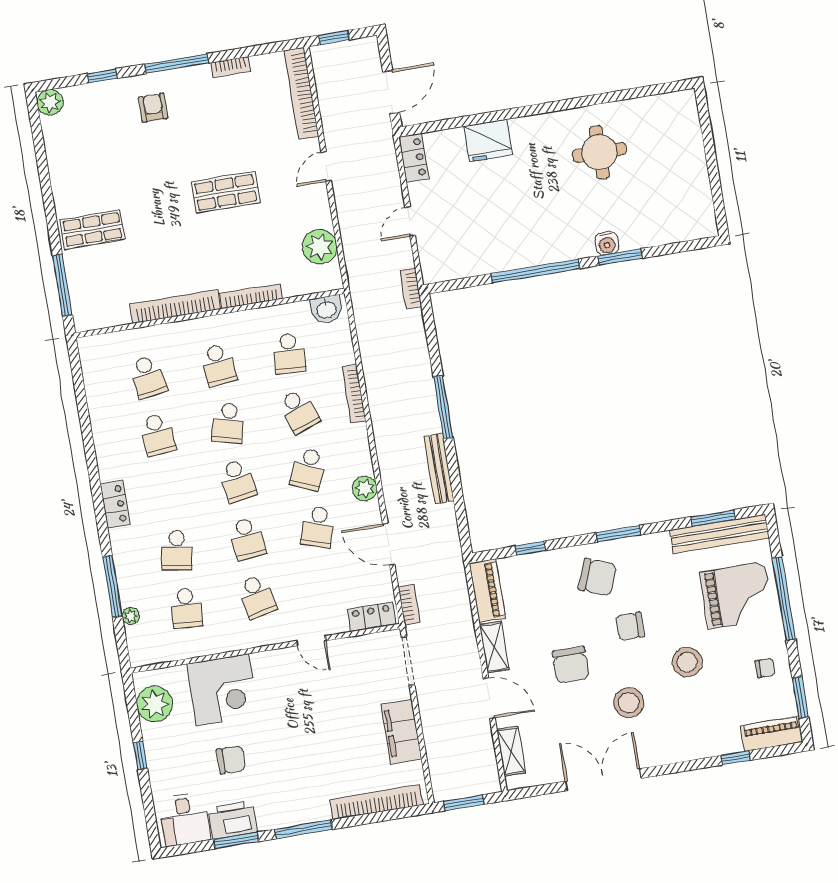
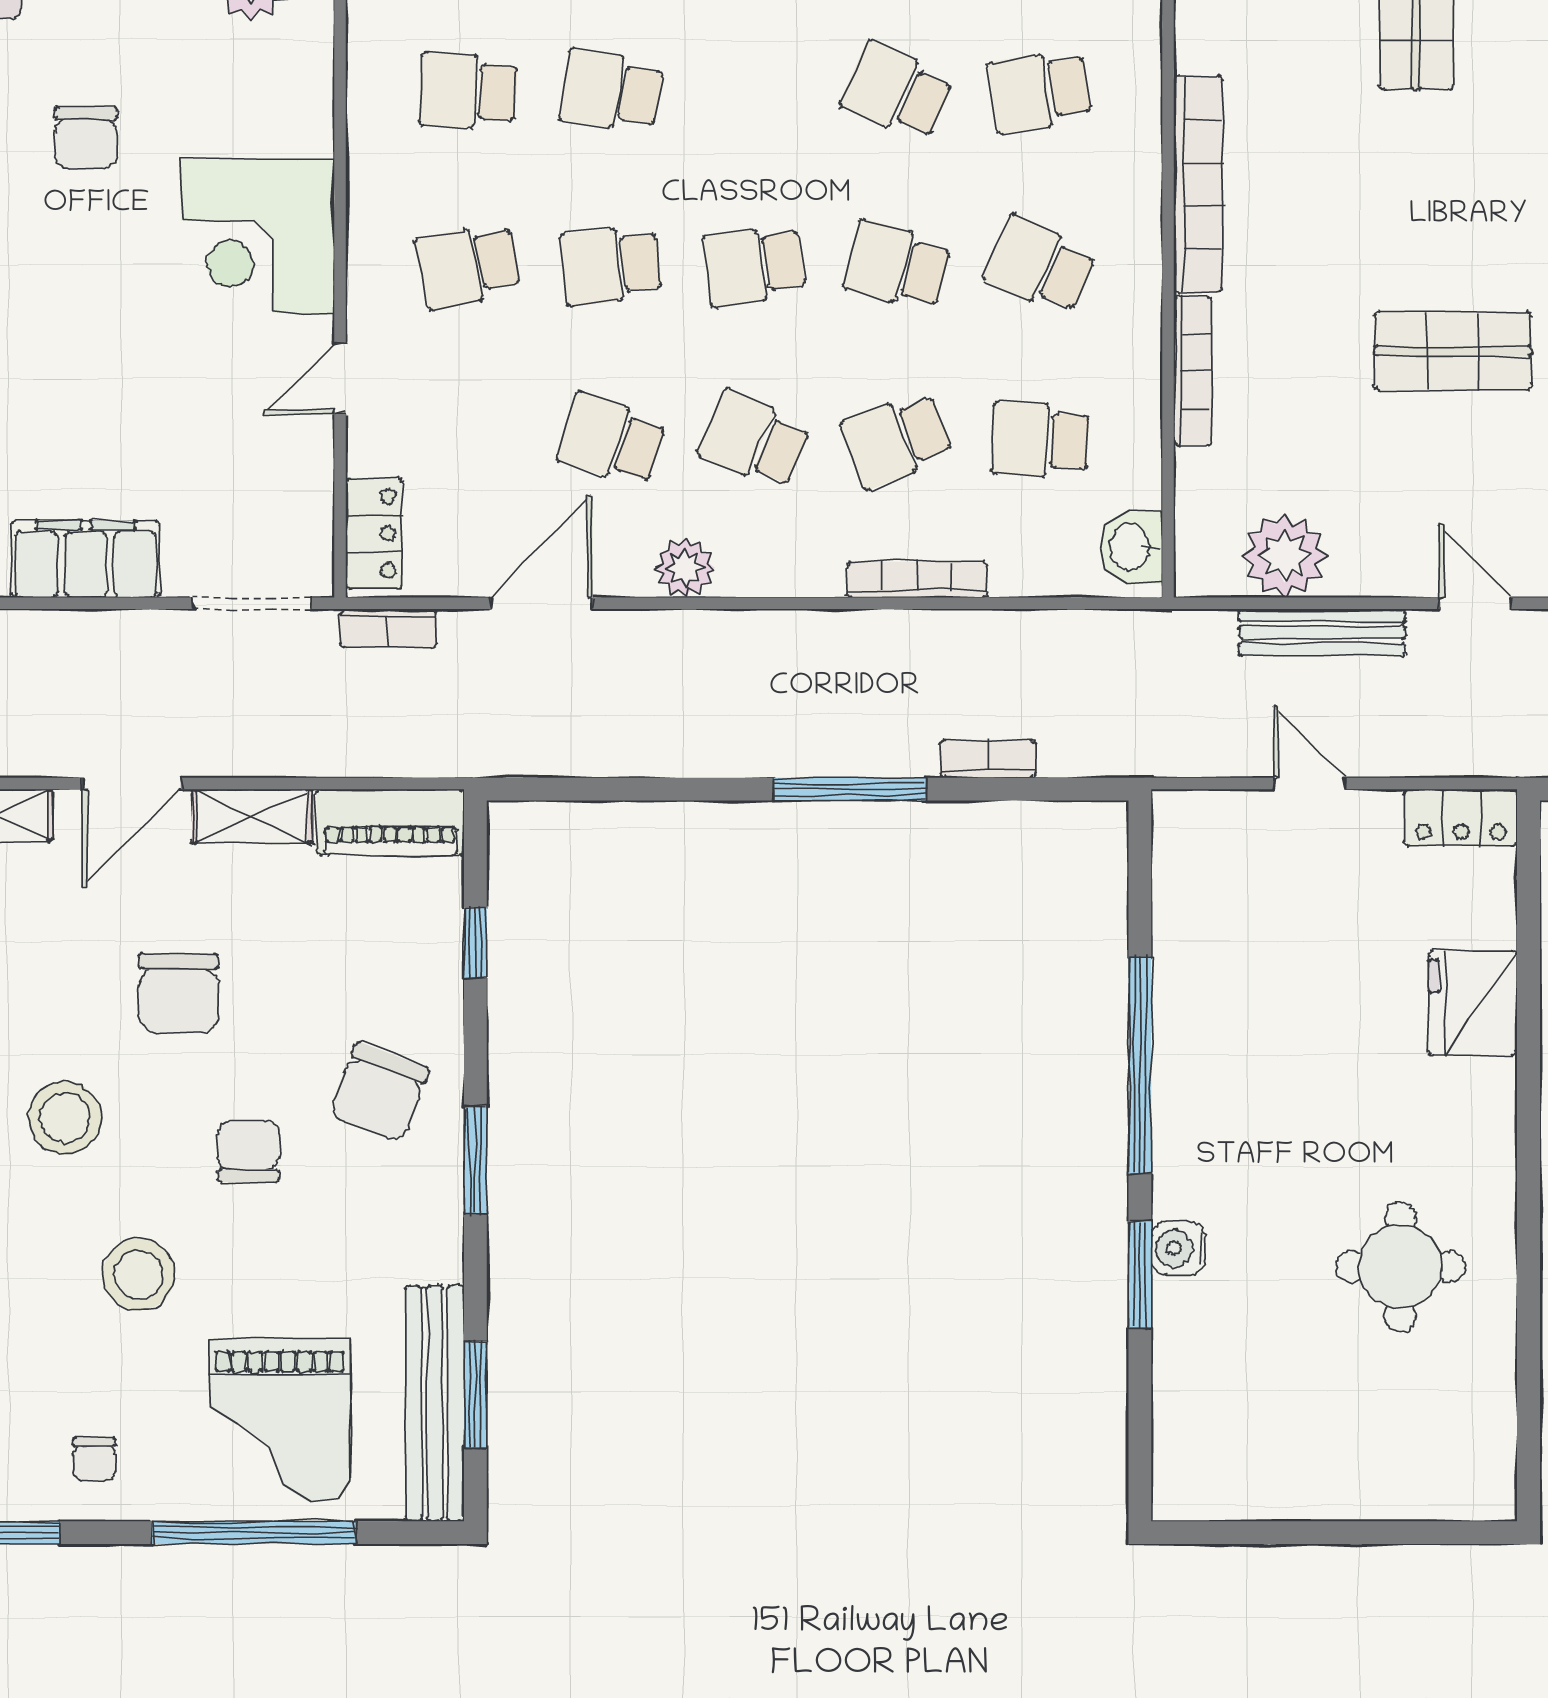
shop shelf: (225, 192) -> (1453, 351), turned 90
bookcase: (411, 288) -> (988, 759), moved
school desk: (219, 365) -> (1040, 265), turned 30
school desk: (158, 435) -> (897, 91), turned 30
bench: (439, 469) -> (1322, 632), moved
chair: (571, 665) -> (179, 993), turned -90
corner desk: (223, 690) -> (258, 236), moved

